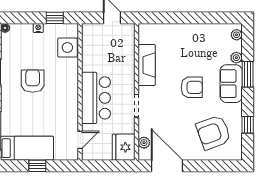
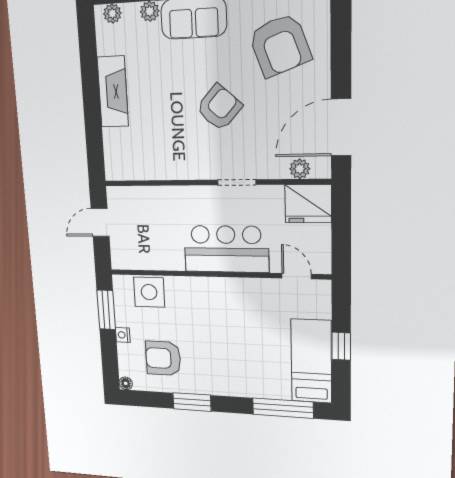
window: (55, 18) -> (106, 310), width x1.50
fireplace: (147, 65) -> (113, 92), moved, turned 90
armchair: (33, 81) -> (163, 358), moved
armchair: (192, 87) -> (219, 107), moved, turned 42

